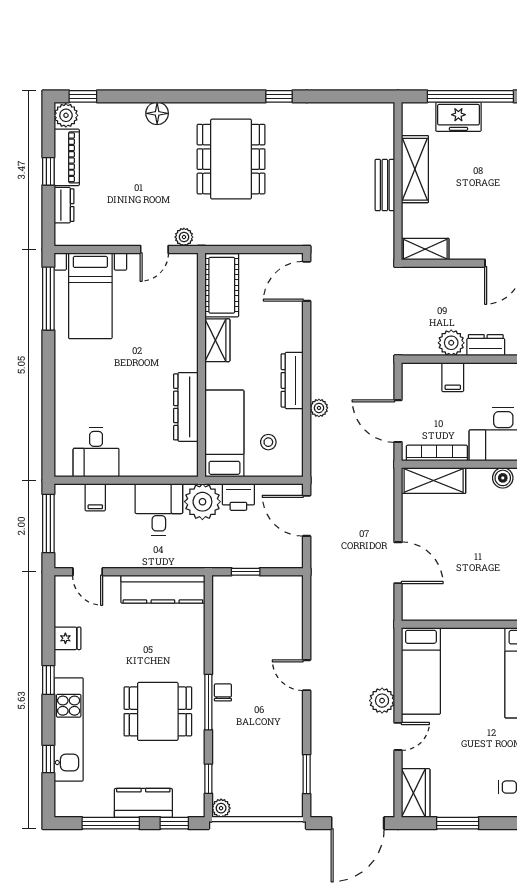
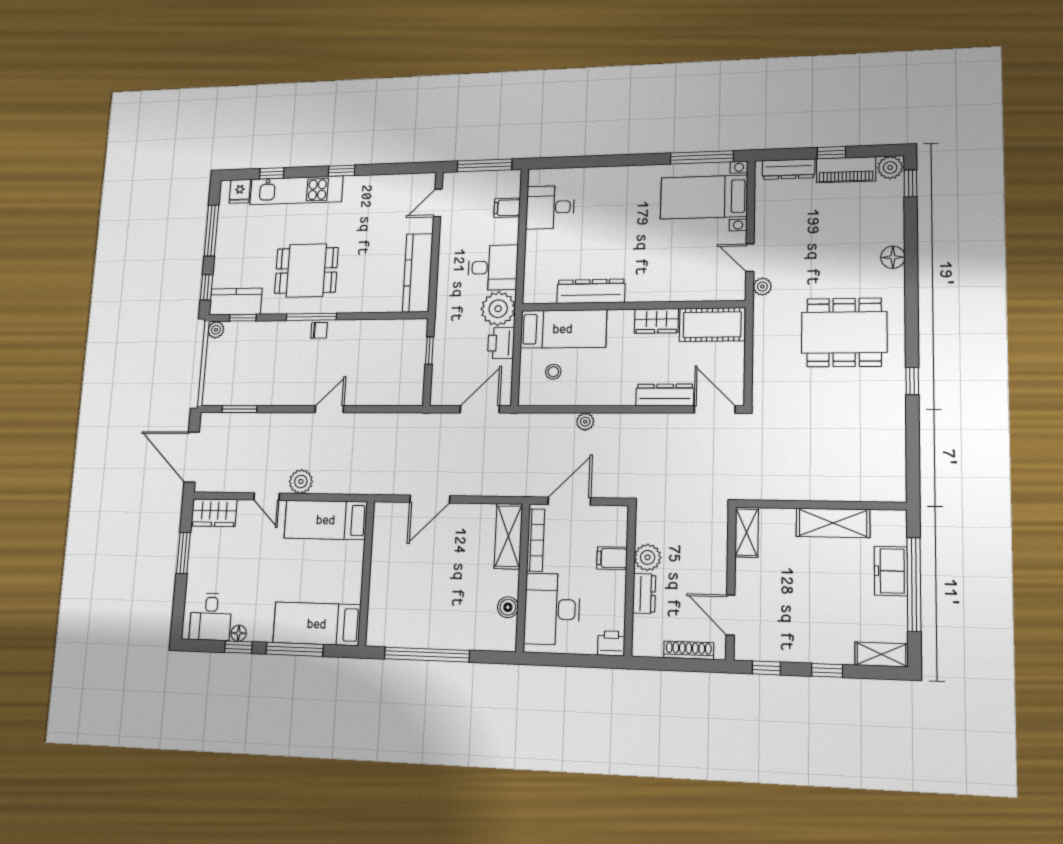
bench: (385, 185) -> (816, 491), removed
dresser: (64, 205) -> (788, 169), width x1.44
dresser: (292, 380) -> (665, 395), moved
fridge: (68, 638) -> (240, 191), moved
dining table: (158, 711) -> (306, 270), turned 90
kitchen counter: (143, 803) -> (236, 302), moved, turned -90

